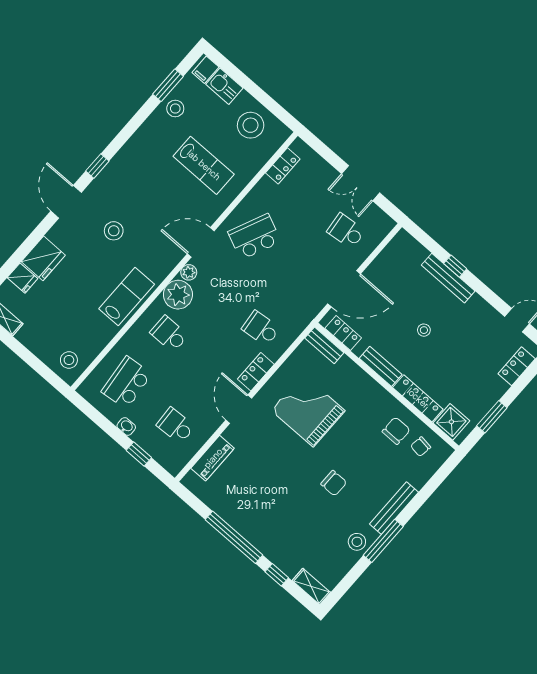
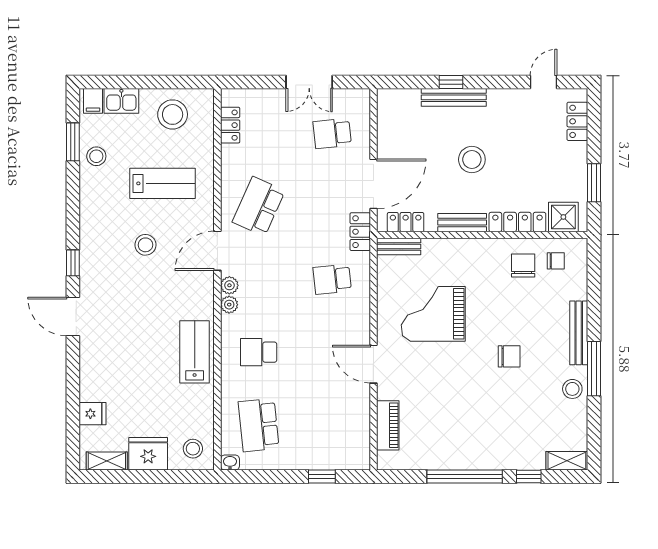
stool: (114, 231) -> (145, 245), moved
fridge: (43, 258) -> (148, 454), moved, turned -90
plant: (178, 295) -> (229, 305), width x0.53, depth x0.53
stool: (424, 330) -> (472, 160), width x1.89, depth x1.89
locker: (256, 372) -> (360, 232), moved
washbasin: (126, 426) -> (230, 463), moved
school desk: (176, 426) -> (332, 425), removed
chair: (421, 447) -> (556, 261), turned -98

